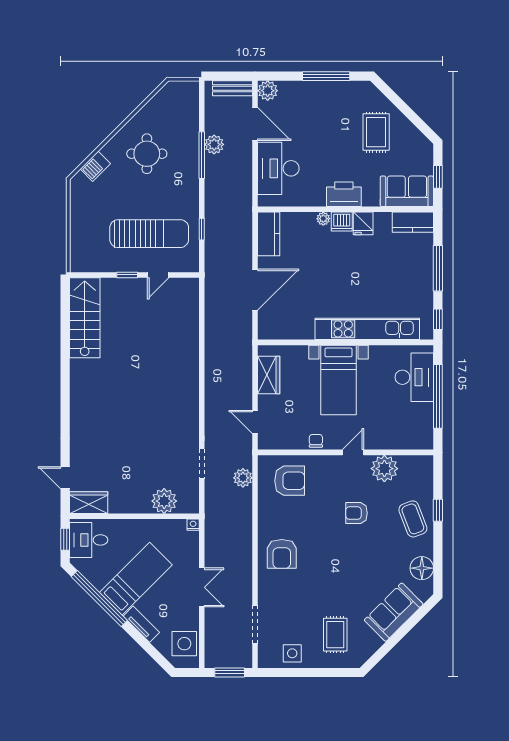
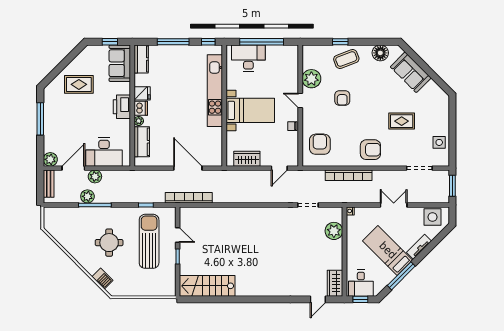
round table: (147, 154) -> (109, 243), moved
kitchen counter: (269, 234) -> (142, 142), moved, turned 90
bookcase: (212, 291) -> (189, 198), added
plant: (243, 478) -> (95, 177), moved
bookcase: (245, 522) -> (349, 175), added
window: (99, 598) -> (401, 276), width x0.68
rug: (335, 635) -> (402, 121), moved

